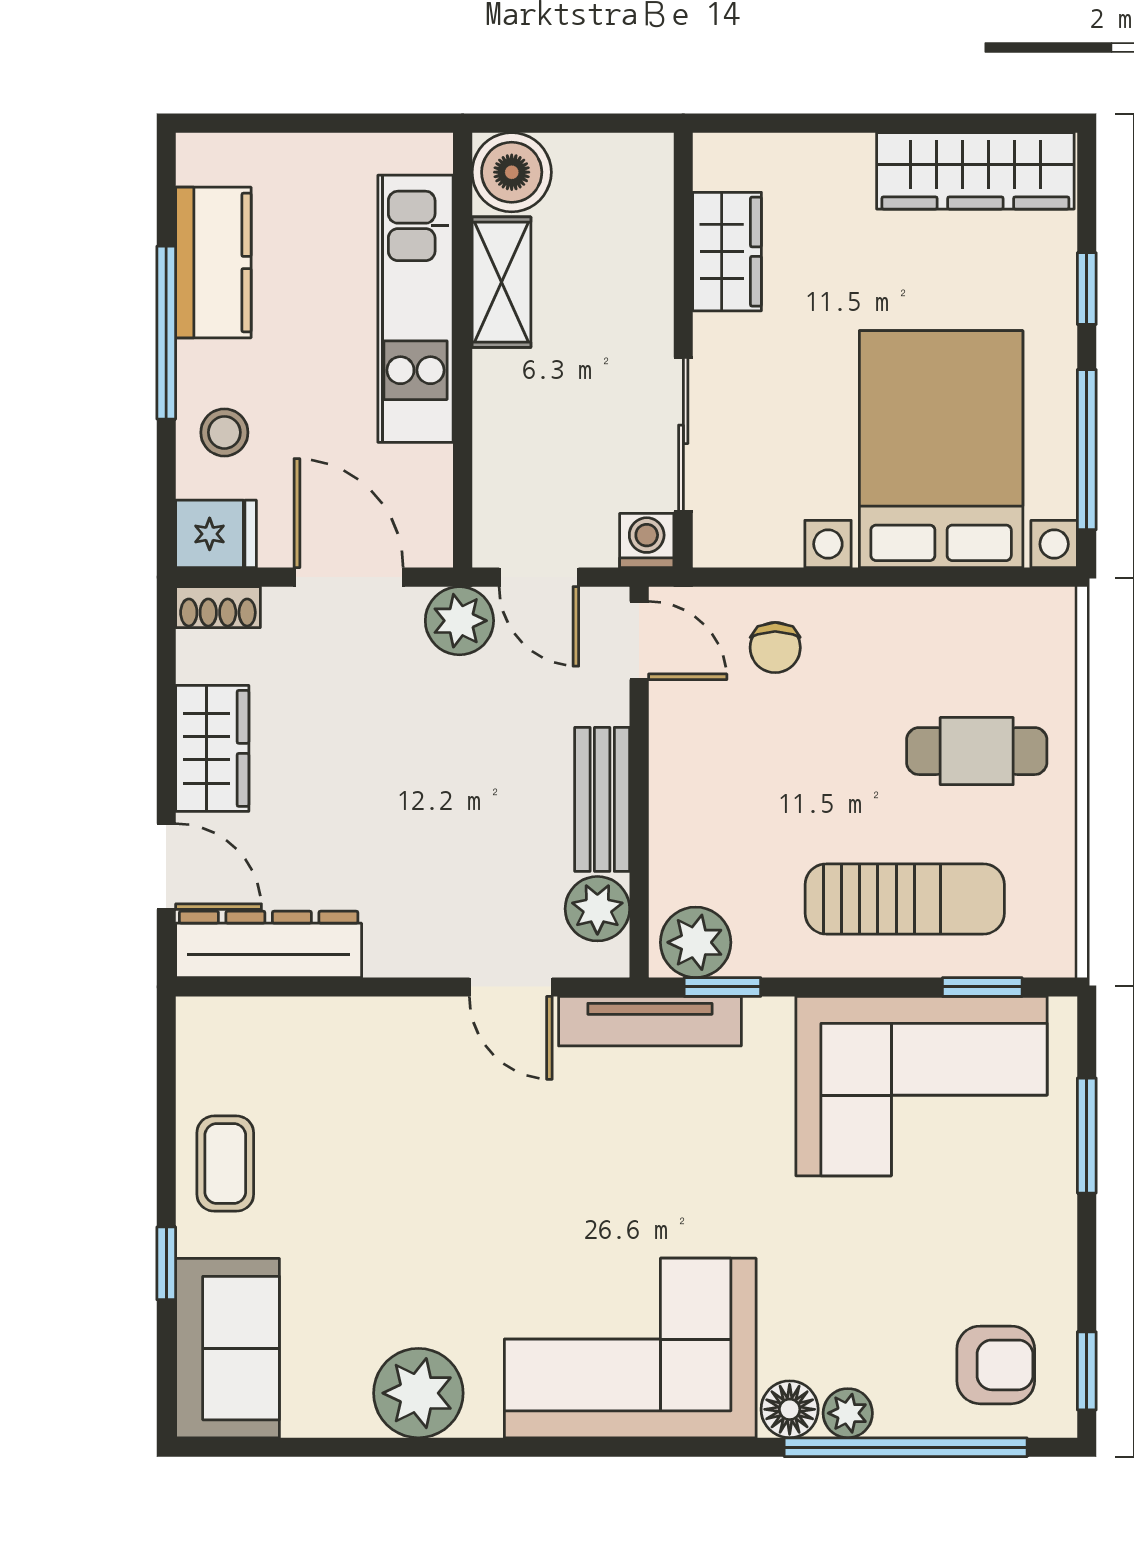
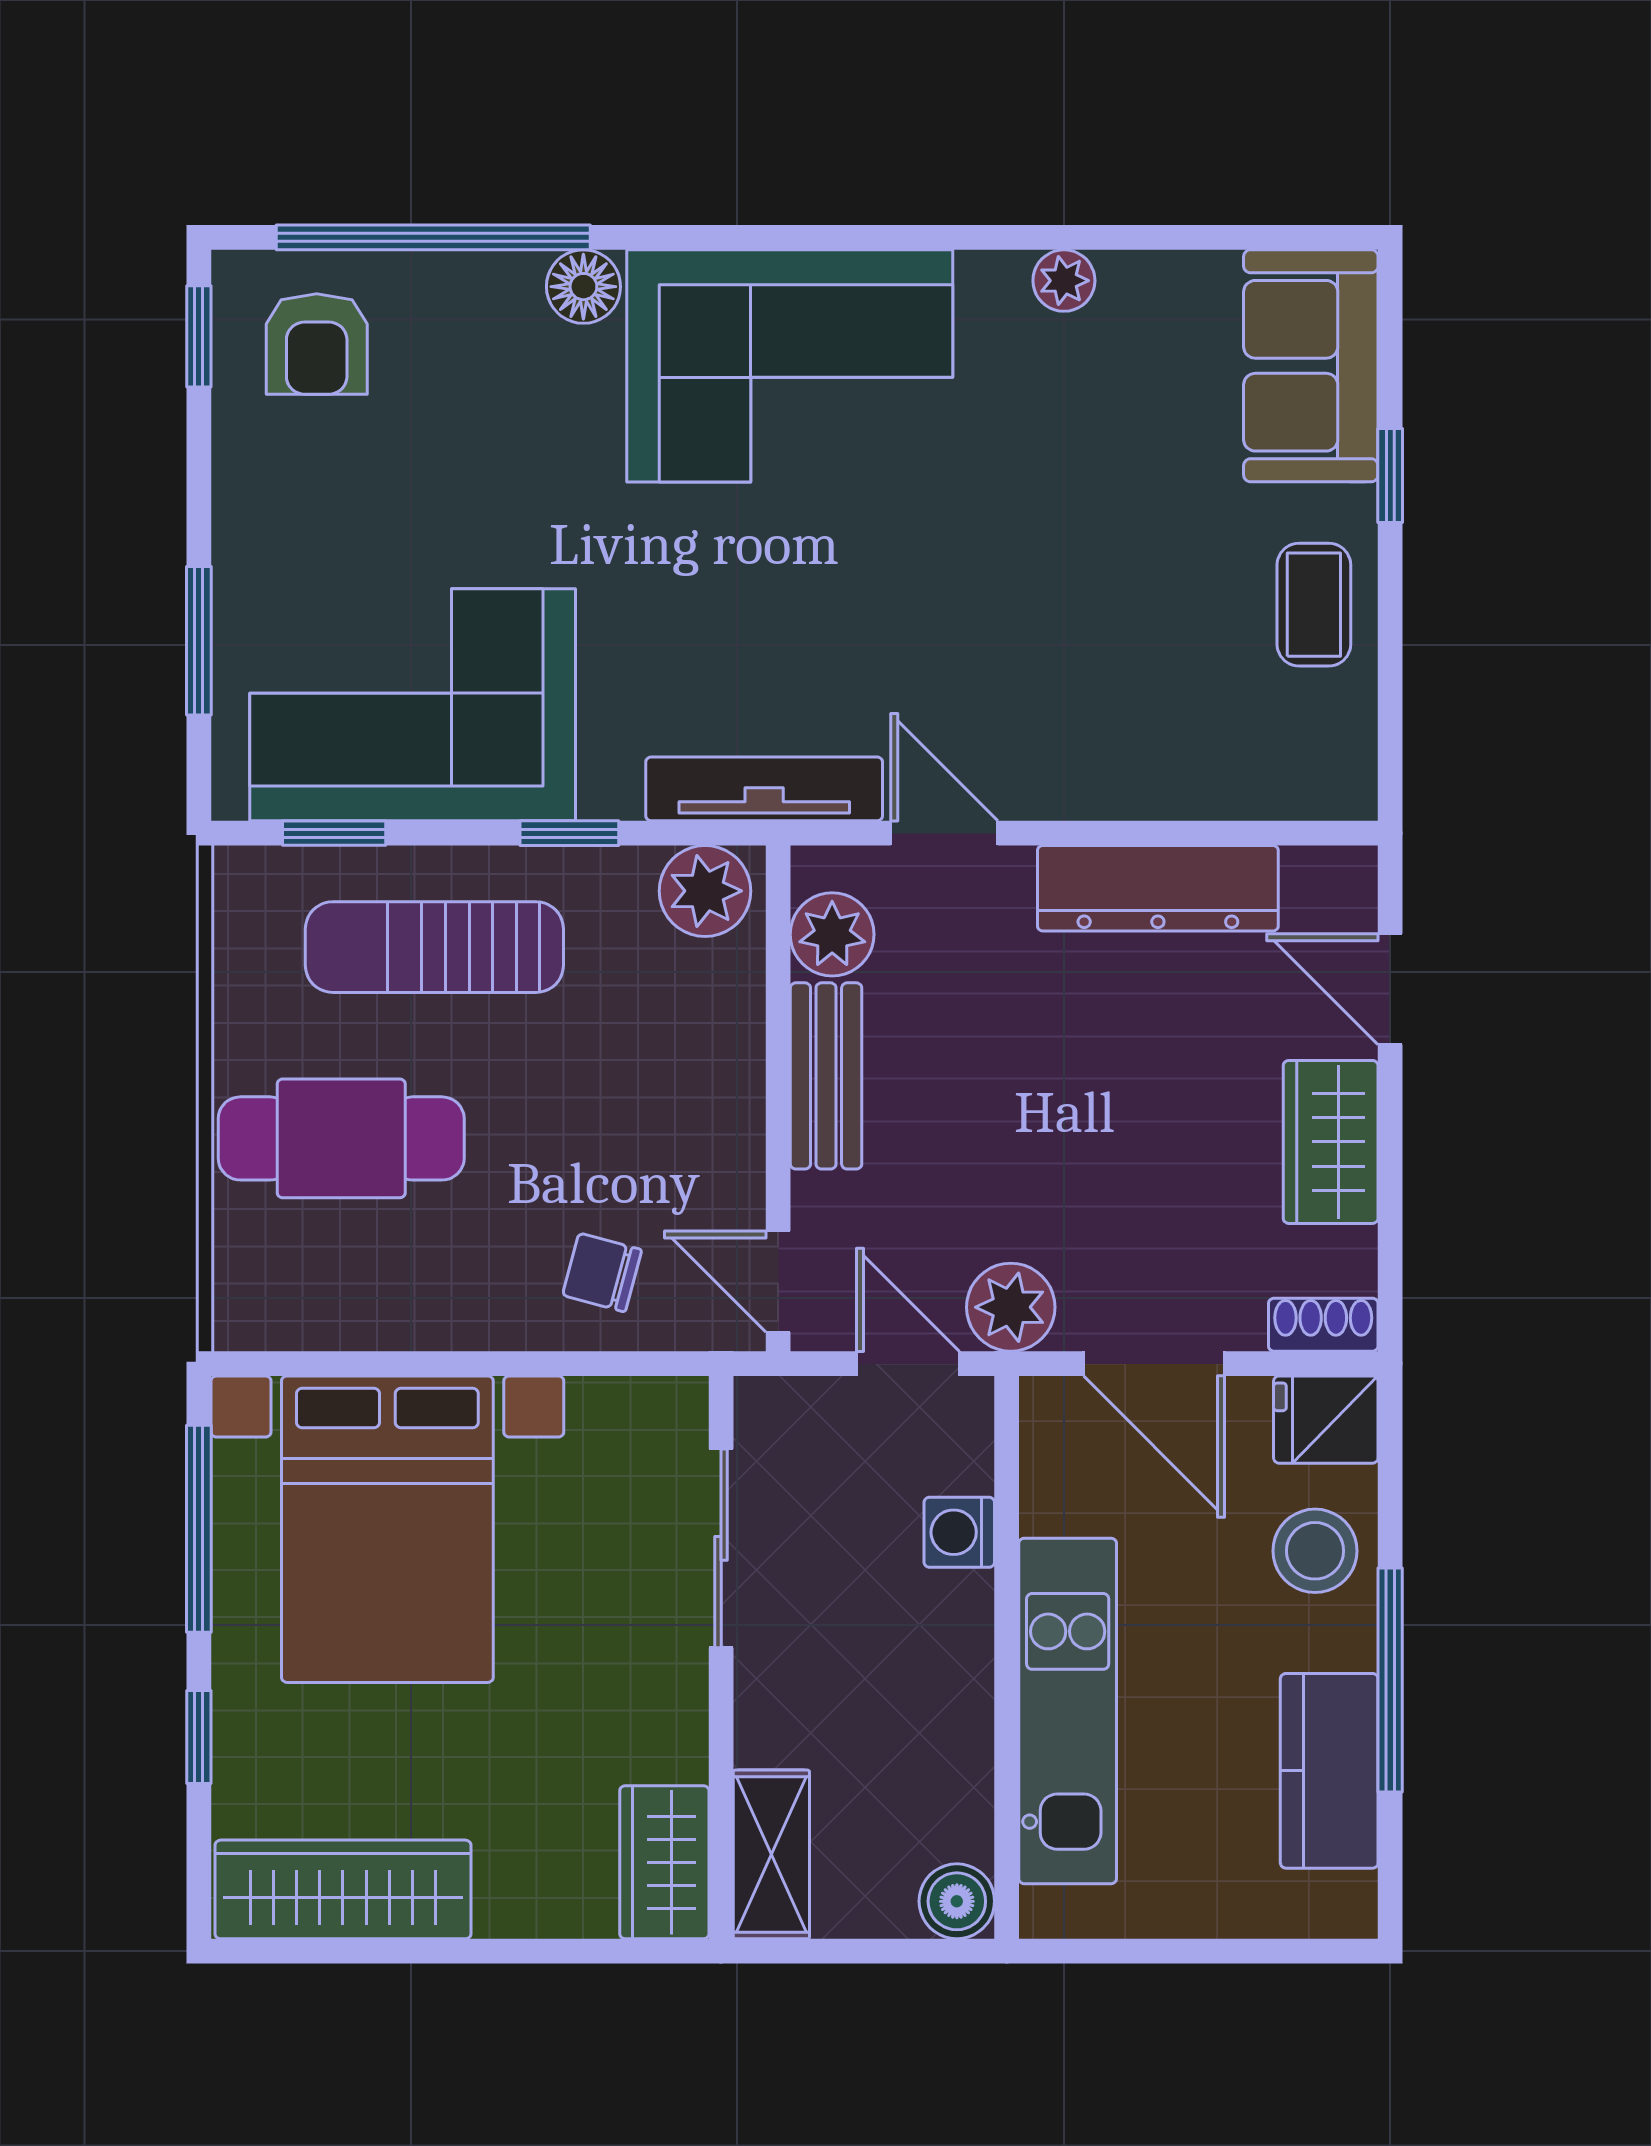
boiler: (512, 172) -> (957, 1901), width x0.73, depth x0.73
wardrobe: (727, 252) -> (664, 1862), moved
shelving: (501, 282) -> (771, 1854), moved
stool: (224, 432) -> (1315, 1551), width x1.37, depth x1.37
washing machine: (647, 541) -> (959, 1532), moved, turned 90
chair: (775, 648) -> (602, 1273), turned -75
cafe table: (977, 751) -> (341, 1138), width x1.37, depth x1.35
dresser: (269, 944) -> (1158, 888), moved
window: (722, 987) -> (569, 833), moved
armchair: (996, 1365) -> (317, 344), turned -90
plant: (418, 1393) -> (1064, 281), width x0.53, depth x0.53
plant: (848, 1413) -> (508, 282), removed

